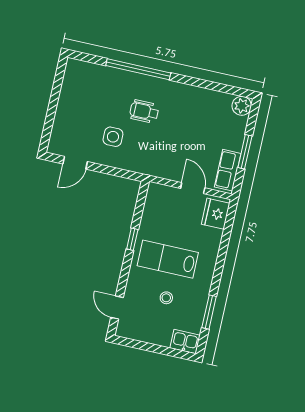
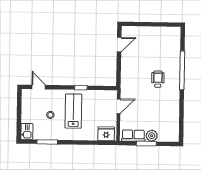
plant: (242, 106) -> (152, 136), moved
side table: (113, 137) -> (139, 64), removed
door: (75, 163) -> (119, 45), swing flipped
door: (193, 188) -> (119, 106), moved
door: (117, 307) -> (39, 87), hinge flipped

